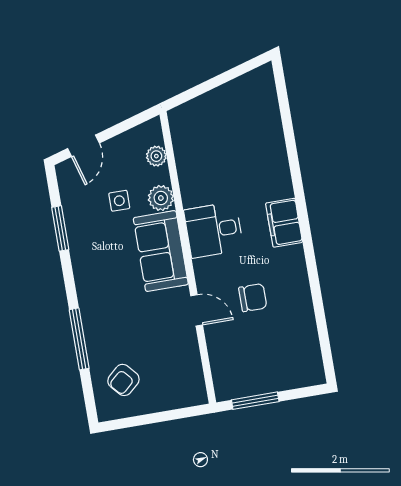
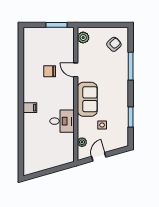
door: (83, 146) -> (99, 157), moved
plant: (161, 198) -> (83, 38), moved
filing cabinet: (284, 223) -> (30, 108), width x0.50
desk: (214, 230) -> (62, 121), moved

